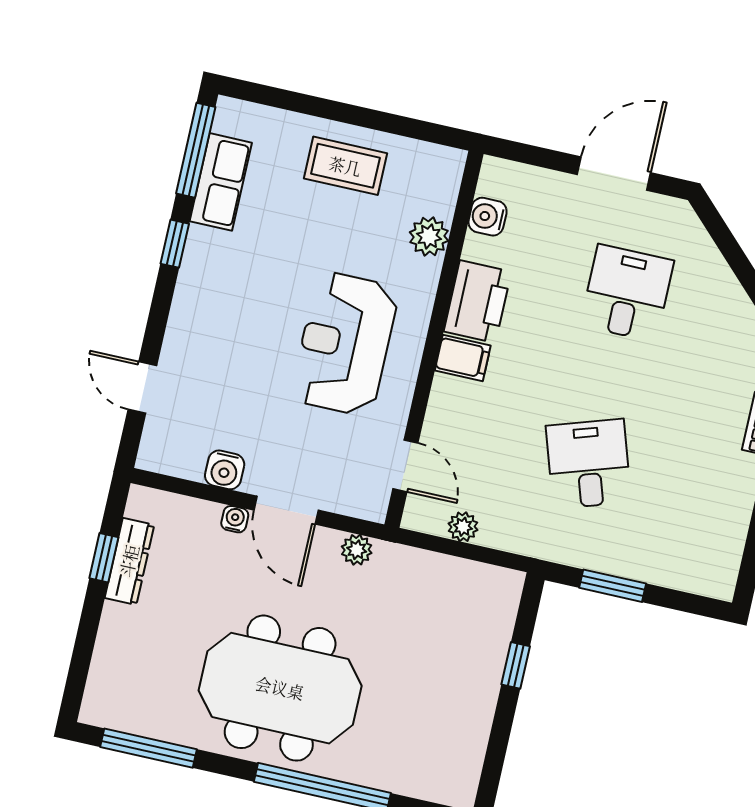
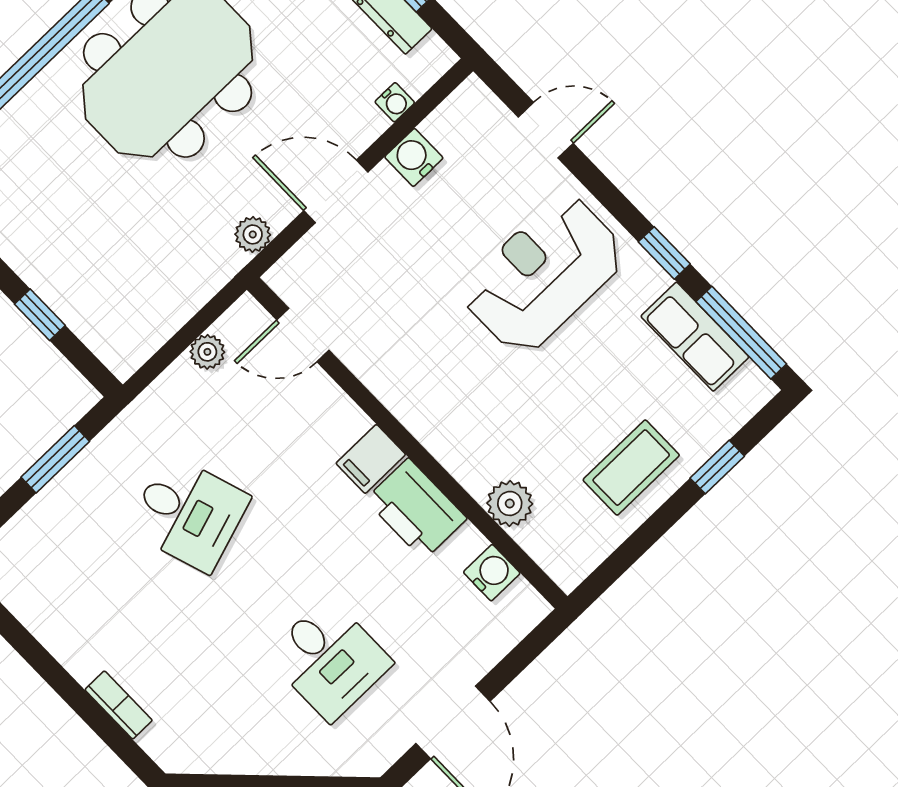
window: (304, 104) -> (717, 467), added
reception desk: (345, 344) -> (544, 274), moved, turned -90
water cooler: (235, 519) -> (395, 102), moved

